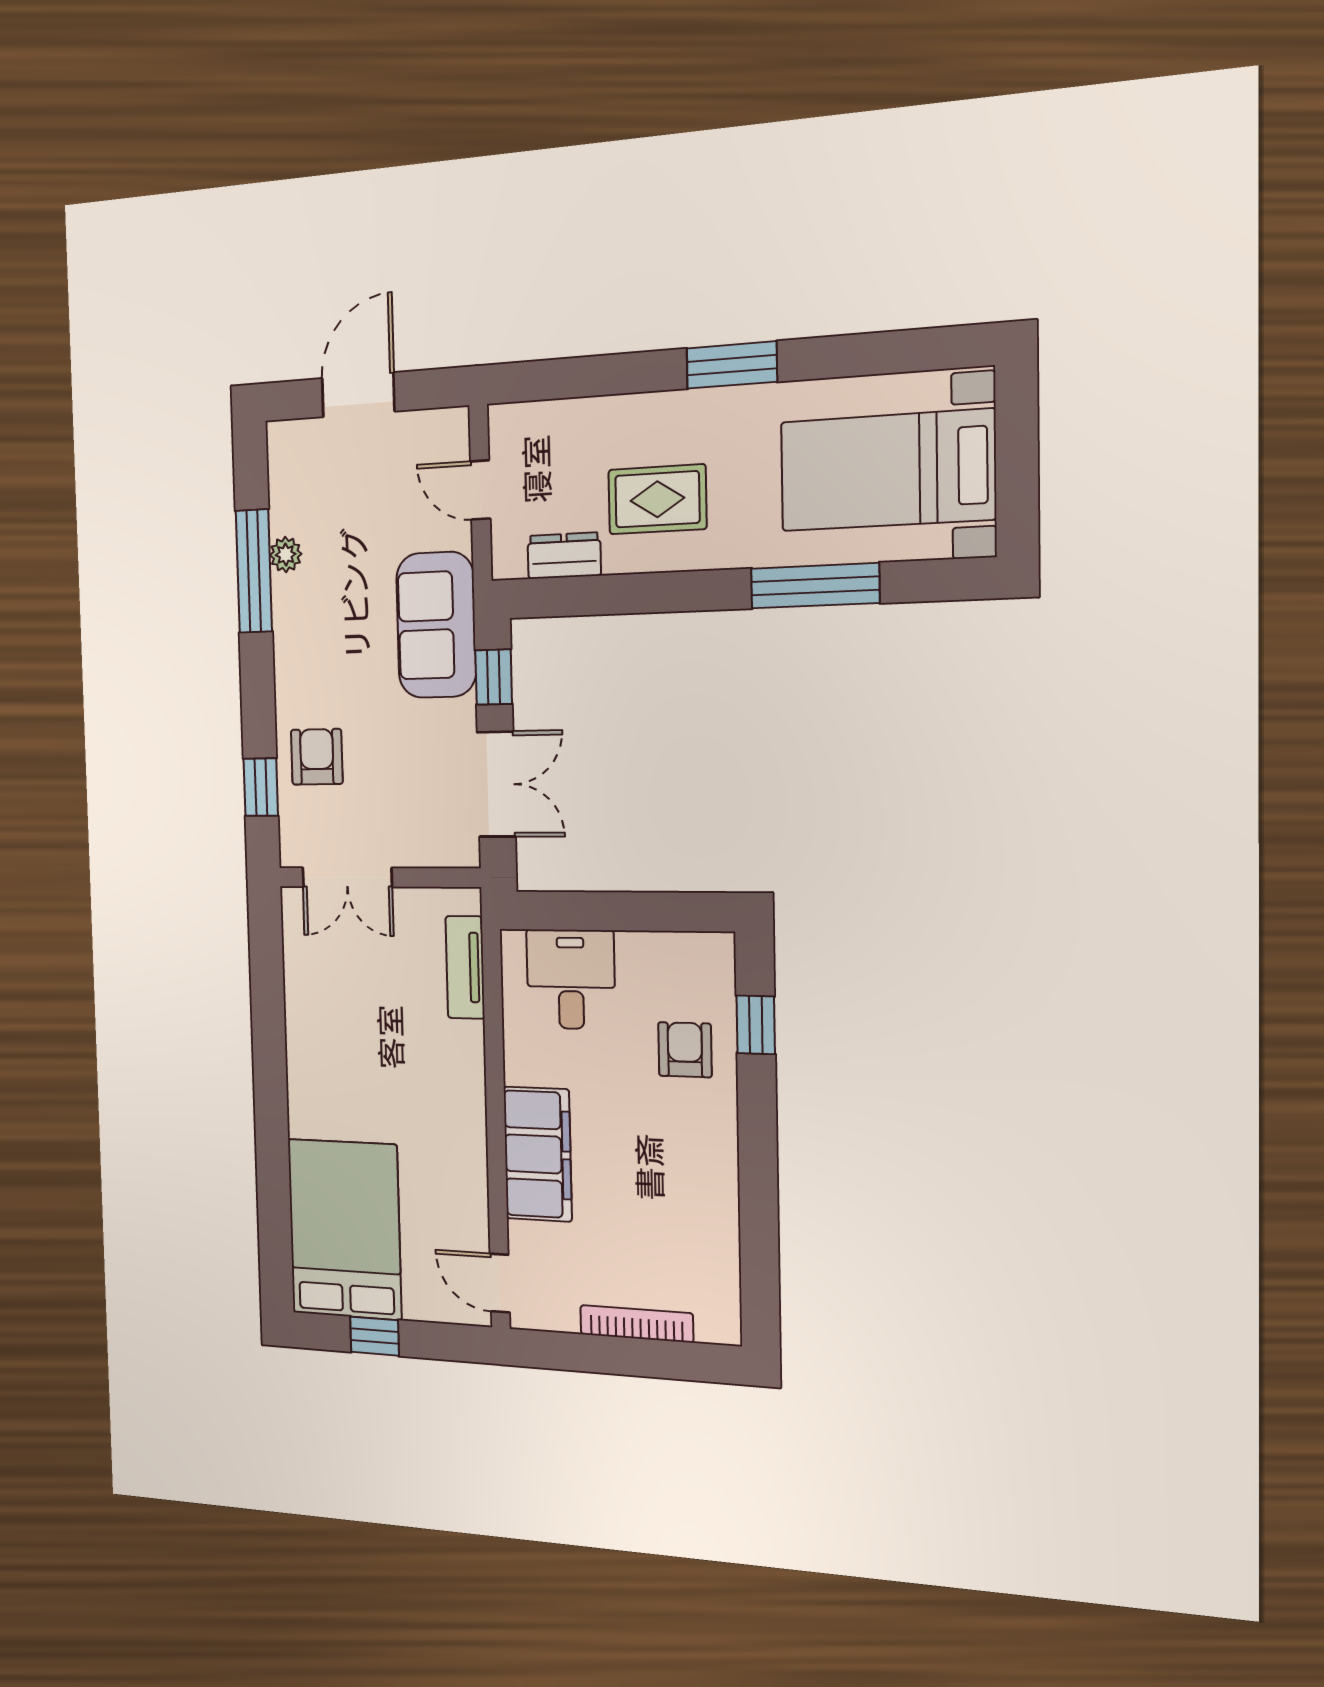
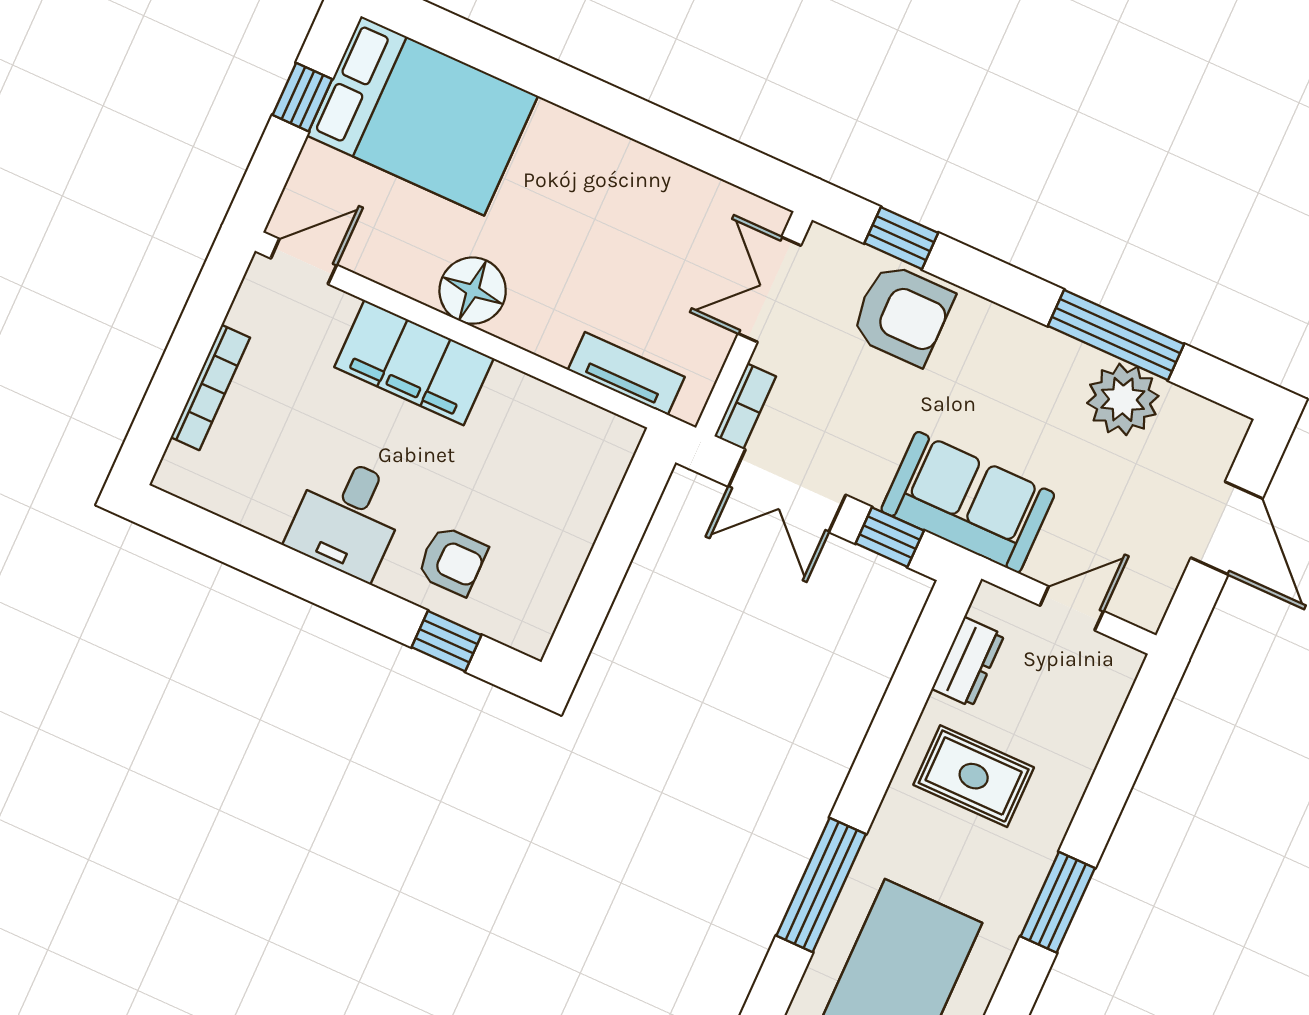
rug: (657, 499) -> (974, 776), turned 90
plant: (286, 555) -> (1123, 399), width x1.88, depth x1.88
armchair: (317, 757) -> (902, 314), width x1.38, depth x1.38
bookcase: (446, 853) -> (745, 406), added
desk: (571, 979) -> (347, 517), moved, turned 90
floor lamp: (459, 1128) -> (473, 291), added

